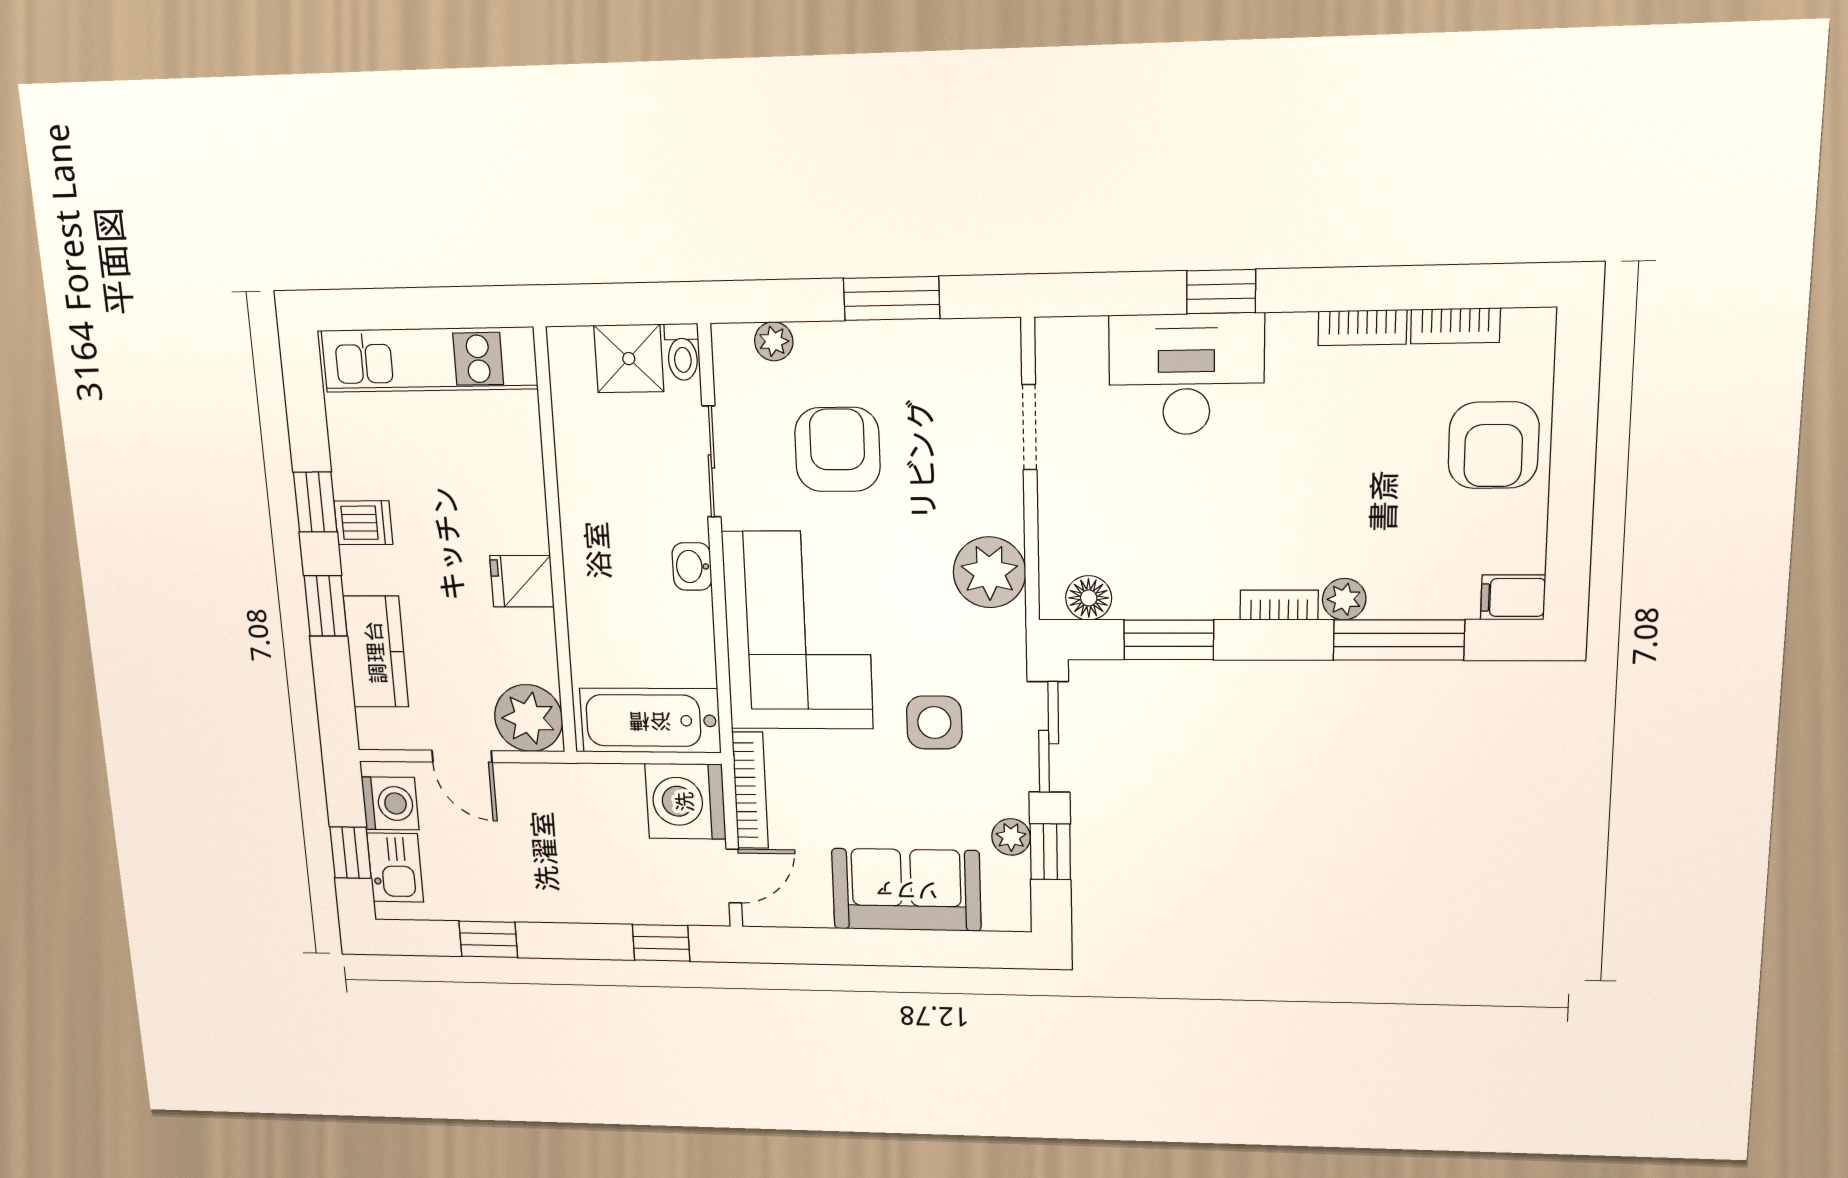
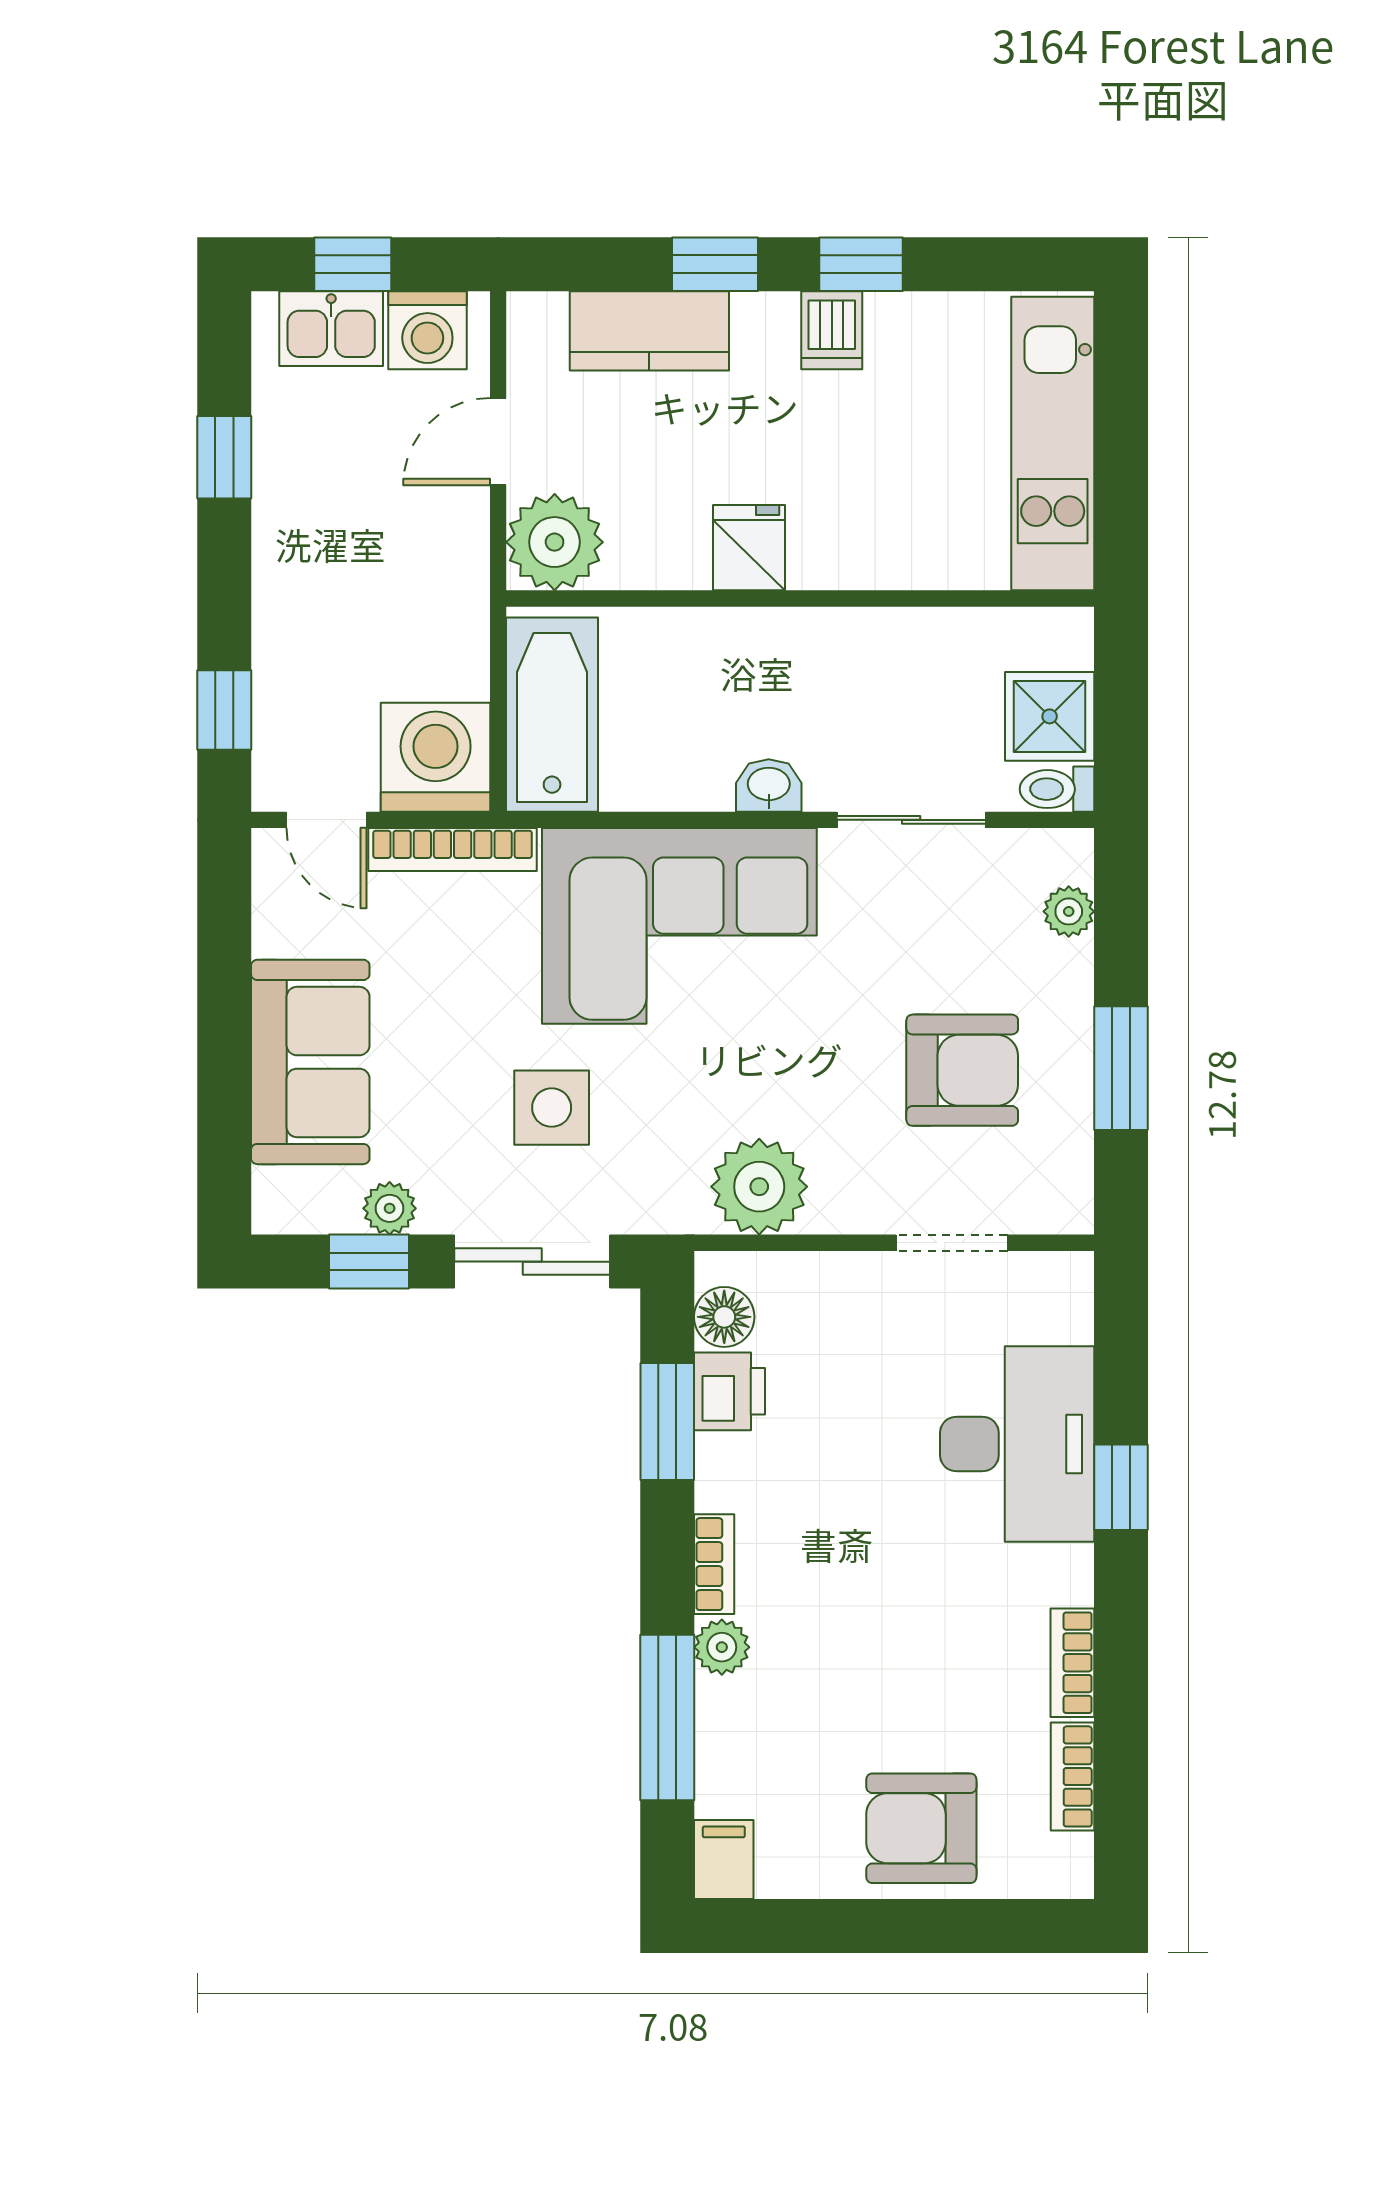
armchair: (837, 450) -> (962, 1070), moved
printer: (1146, 594) -> (730, 1391), added

